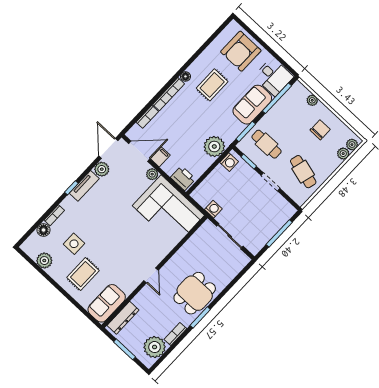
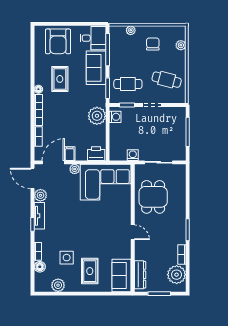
plant: (352, 145) -> (181, 35), removed
dining table: (195, 293) -> (153, 197), moved

